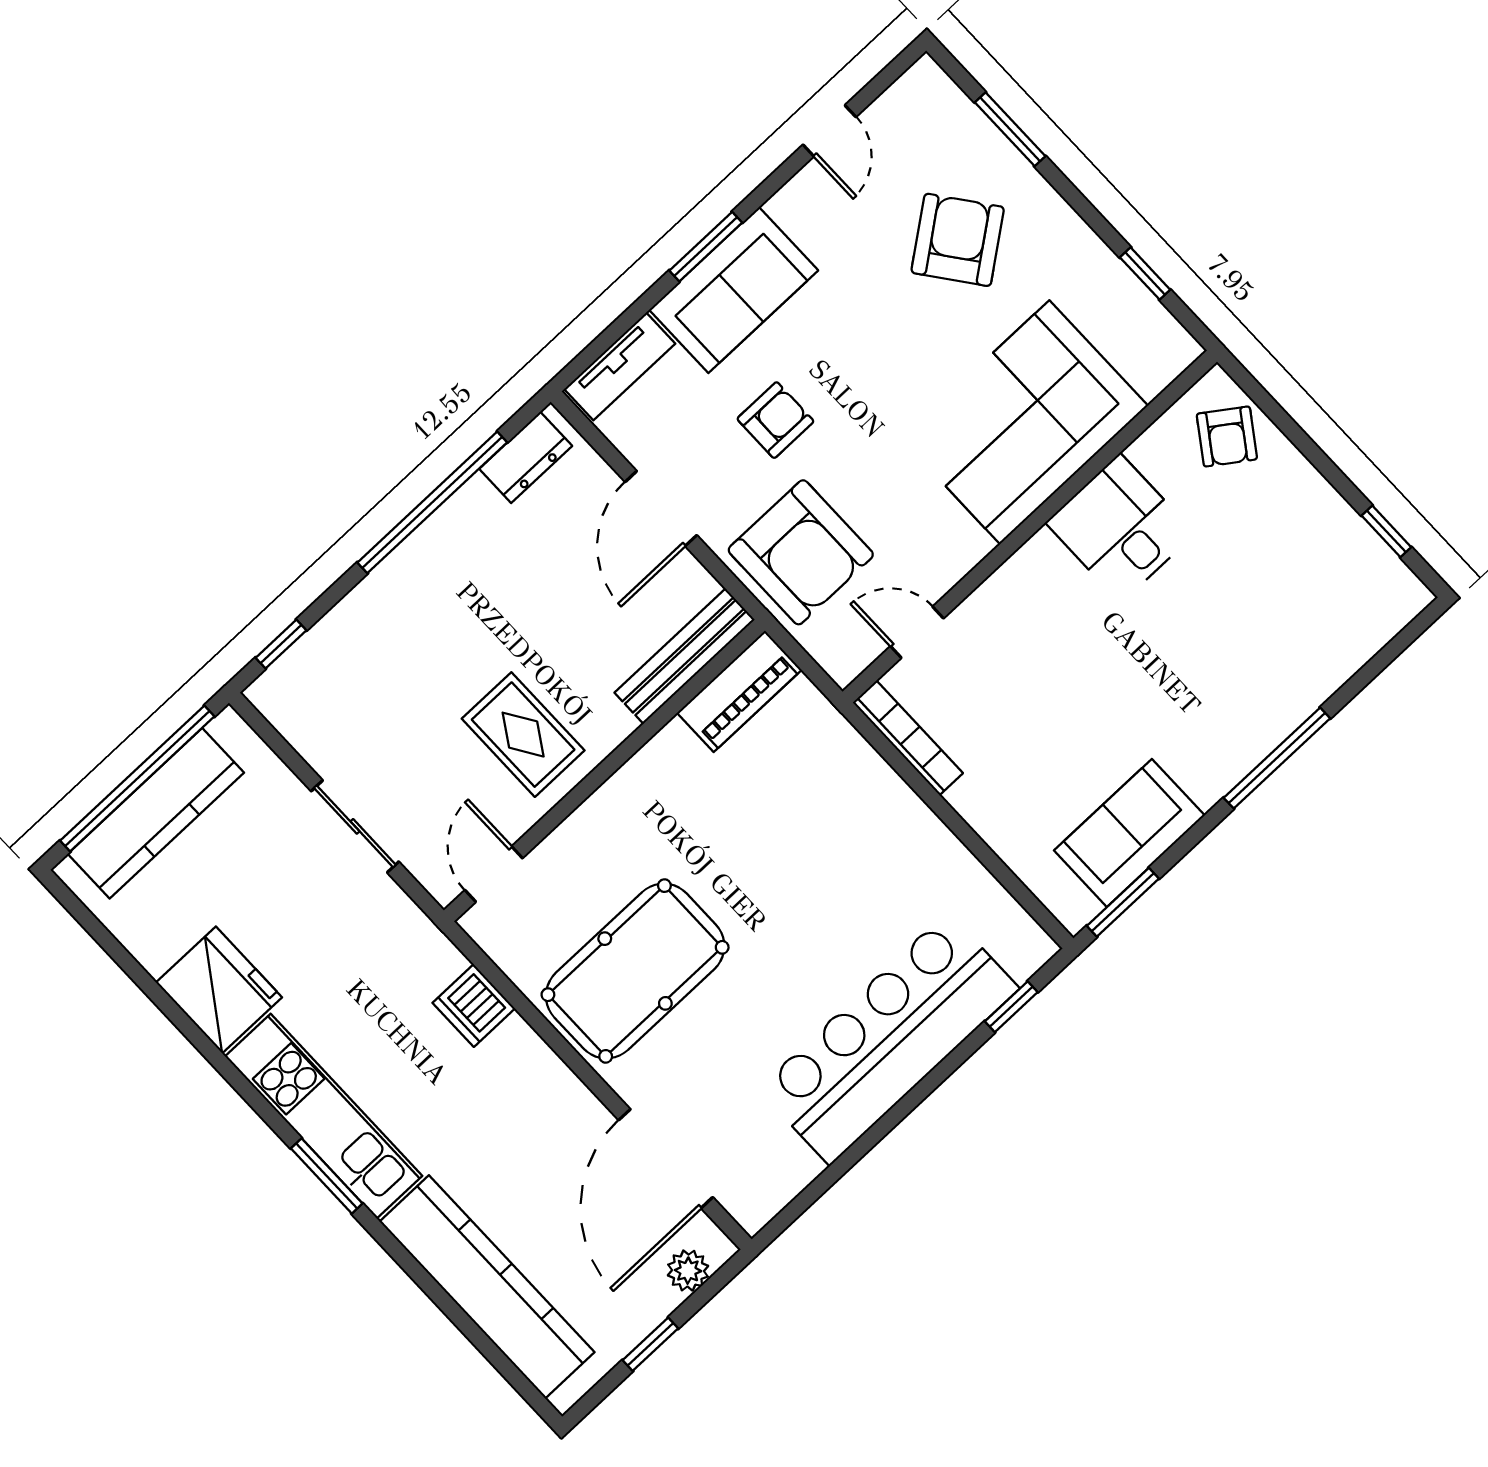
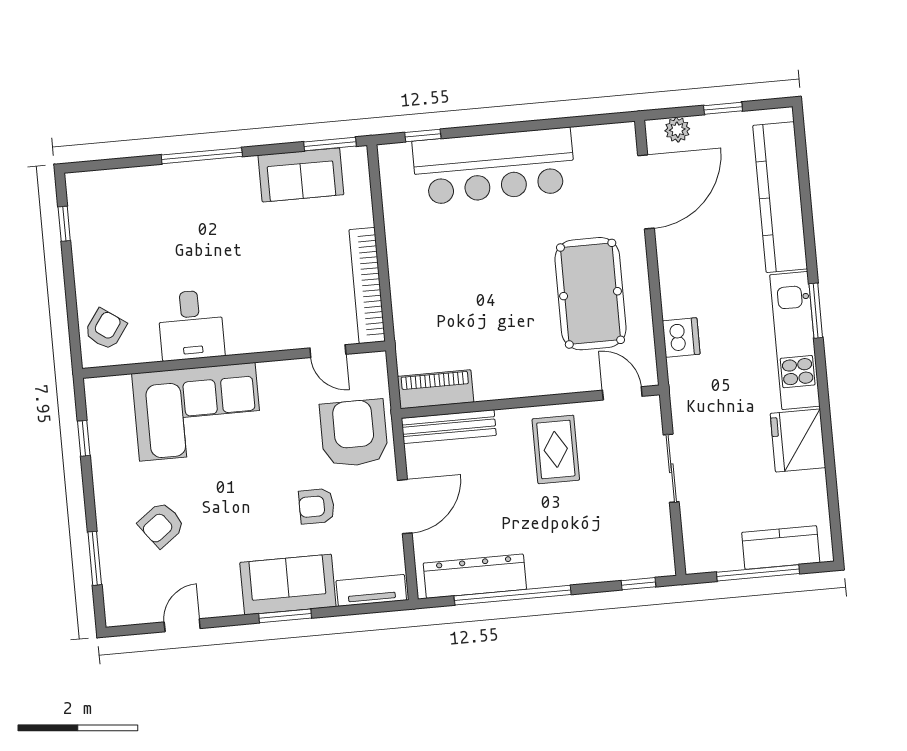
armchair: (958, 240) -> (161, 525), width x0.72, depth x0.72
dresser: (526, 457) -> (475, 576), width x1.96, depth x1.24
bookcase: (908, 738) -> (367, 285), width x1.48, depth x1.31
window: (137, 779) -> (758, 573), width x0.68
kitchen counter: (156, 813) -> (781, 547), width x0.67
door: (494, 874) -> (622, 393), swing flipped
pool table: (635, 971) -> (591, 294), turned 90

